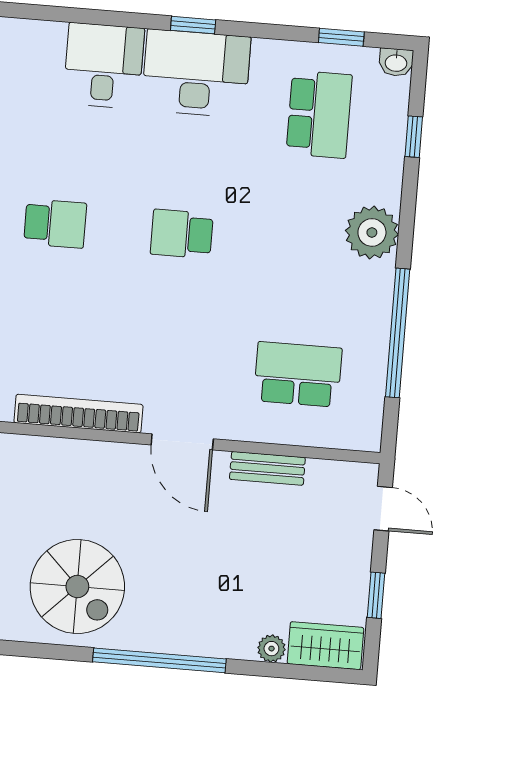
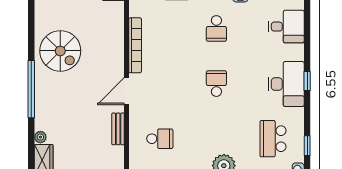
desk: (104, 66) -> (286, 27), moved
school desk: (319, 114) -> (273, 139), turned 90
school desk: (298, 374) -> (160, 139), width x0.54
spiral stairs: (77, 586) -> (60, 51), turned -90

